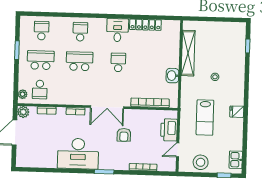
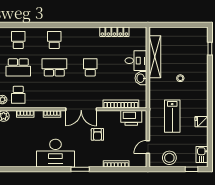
desk: (118, 30) -> (136, 61), moved, turned 90
school desk: (41, 60) -> (18, 67), turned 180
fridge: (237, 112) -> (202, 122), moved
printer: (169, 130) -> (131, 118), moved, turned -90

